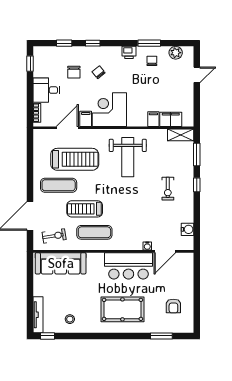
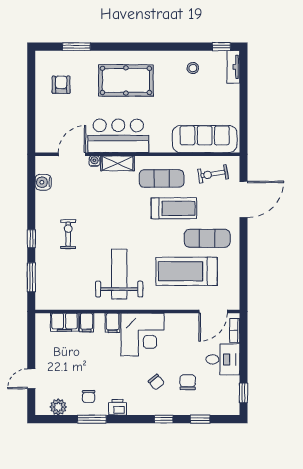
filing cabinet: (86, 119) -> (113, 323), moved
door: (67, 128) -> (213, 311), moved
shelving: (181, 135) -> (118, 163), moved
tv unit: (38, 315) -> (233, 67), width x0.71

